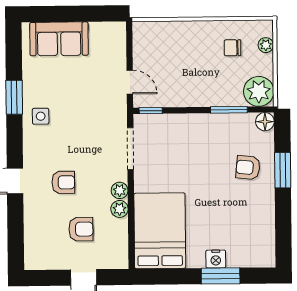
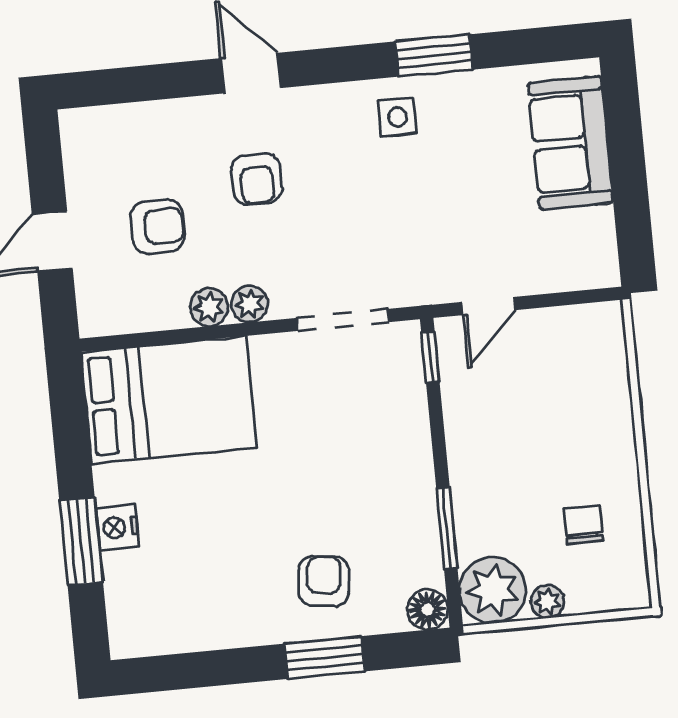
plant: (266, 45) -> (547, 602), moved
armchair: (81, 229) -> (158, 226), turned -90

